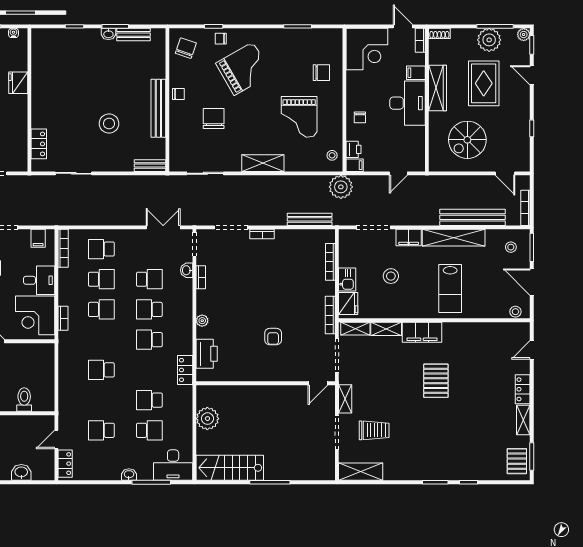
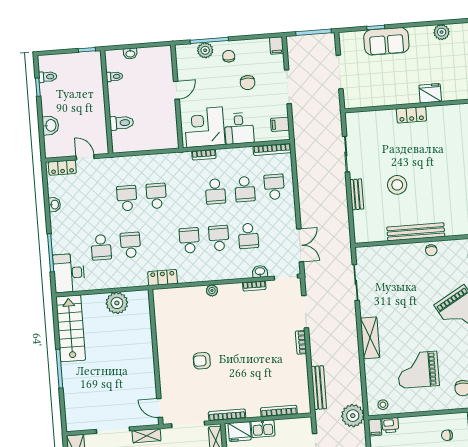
chair: (360, 117) -> (447, 435), moved
chair: (214, 118) -> (410, 287), removed
locker: (39, 144) -> (411, 115), moved
bench: (150, 166) -> (357, 194), moved
printer: (207, 354) -> (180, 297), removed
school desk: (101, 430) -> (127, 198), moved
washbasin: (129, 475) -> (54, 205), moved

